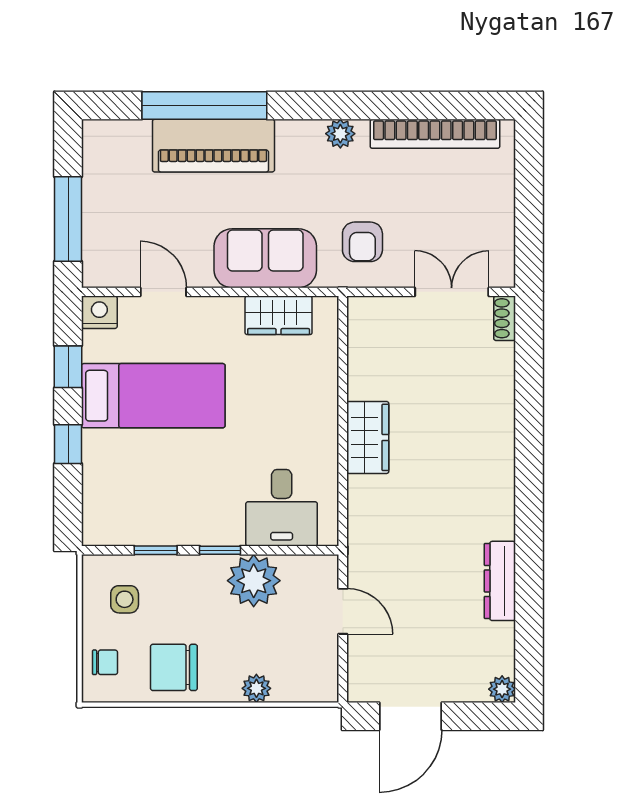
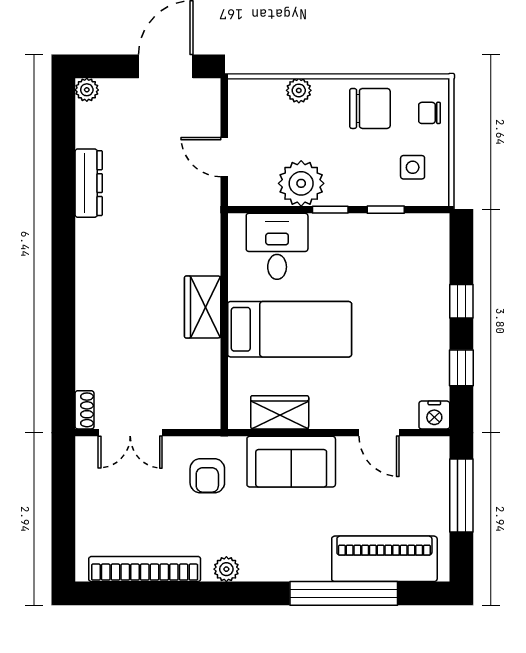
piano: (213, 146) -> (384, 559), moved
armchair: (362, 242) -> (207, 476), turned 180
bed: (153, 396) -> (290, 329), moved, turned 180

